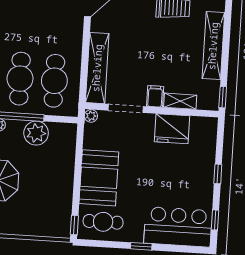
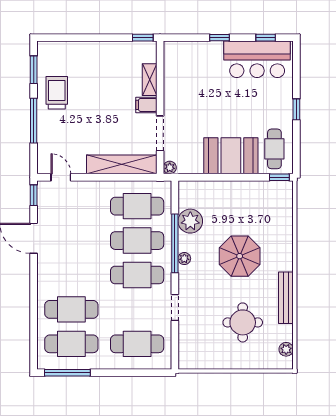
shelving: (213, 46) -> (92, 50), removed
fridge: (172, 129) -> (177, 86), removed
bar counter: (178, 227) -> (257, 59), moved, turned -90

